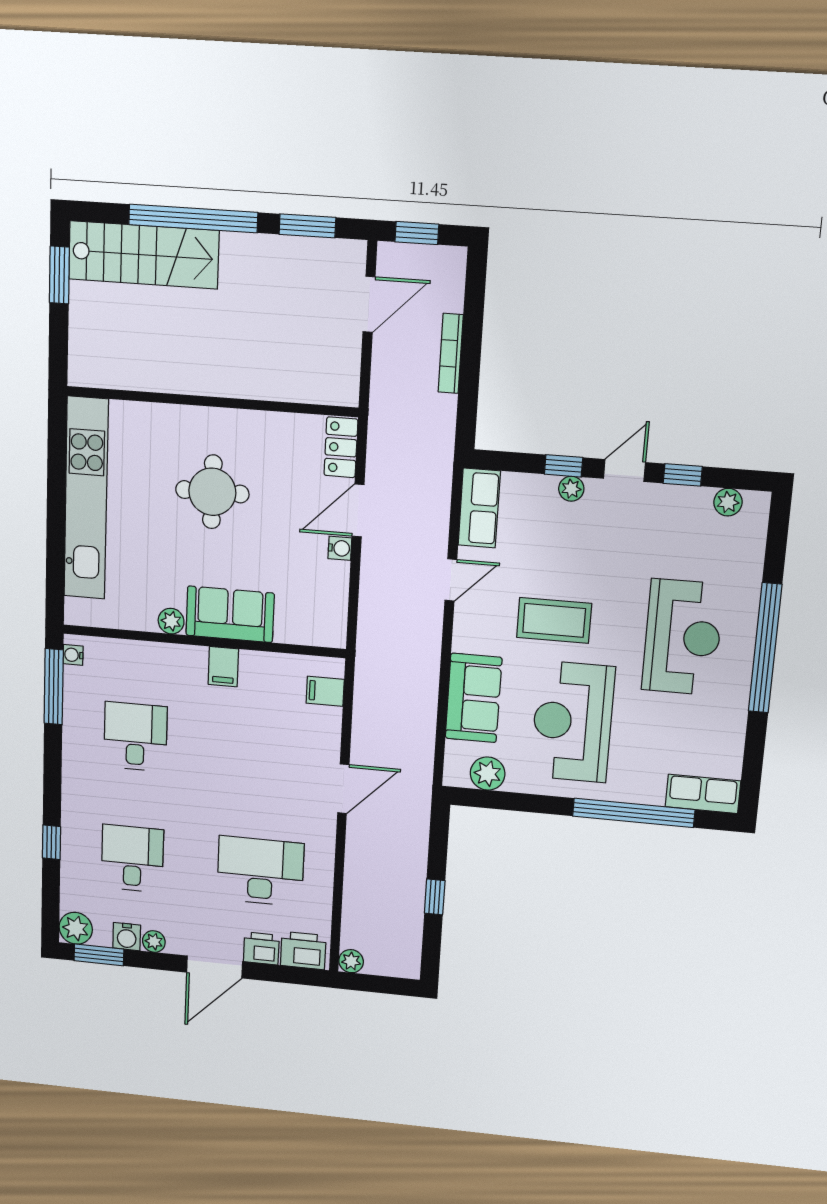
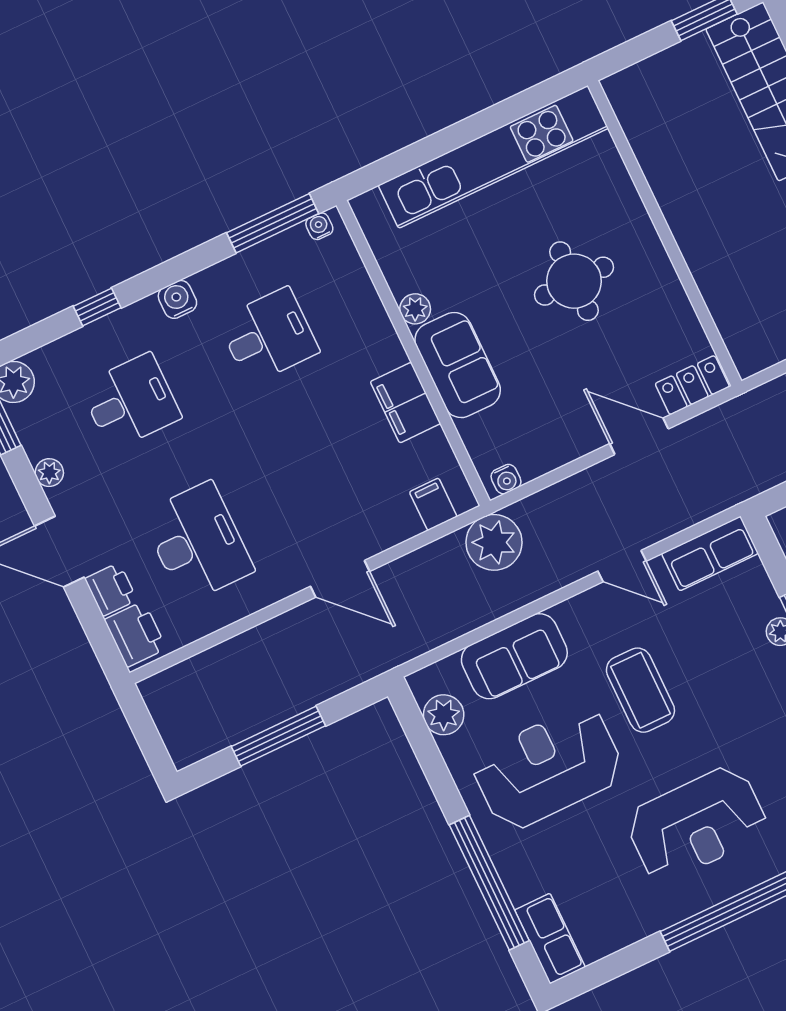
water cooler: (340, 548) -> (506, 479), moved
filing cabinet: (223, 667) -> (406, 403), width x2.00
window: (435, 897) -> (278, 736), width x2.17
water cooler: (127, 937) -> (177, 299), moved, turned 90
plant: (351, 961) -> (494, 542), moved, width x1.88, depth x1.88

